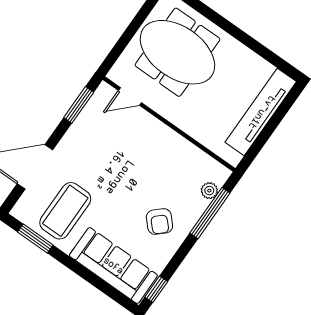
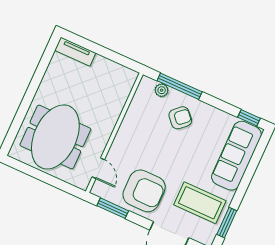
tv unit: (261, 112) -> (75, 52), width x0.52, depth x0.78
armchair: (92, 146) -> (144, 191), added
armchair: (159, 222) -> (180, 118), moved

